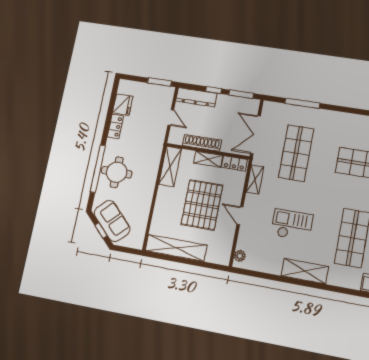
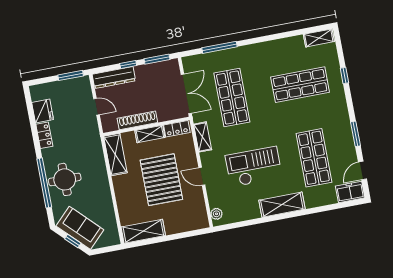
double door: (255, 135) -> (186, 94), swing flipped
checkout: (292, 225) -> (254, 167), width x1.36, depth x1.21
shelving: (176, 248) -> (143, 231), width x0.68

